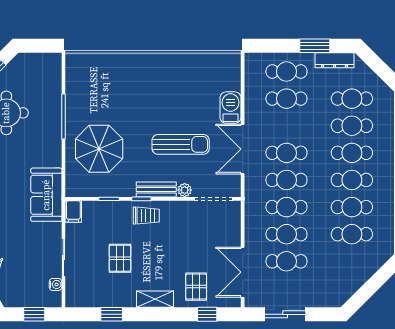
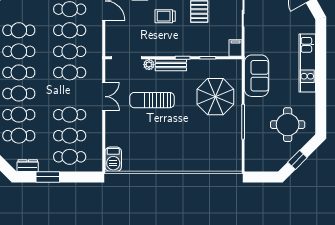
dresser: (335, 60) -> (28, 166), width x0.70
barbecue: (230, 108) -> (113, 159), moved
double door: (243, 149) -> (104, 97), width x0.73
cafe table: (286, 153) -> (70, 115), moved
sofa: (46, 195) -> (256, 76), moved
trolley: (146, 216) -> (165, 16), moved

